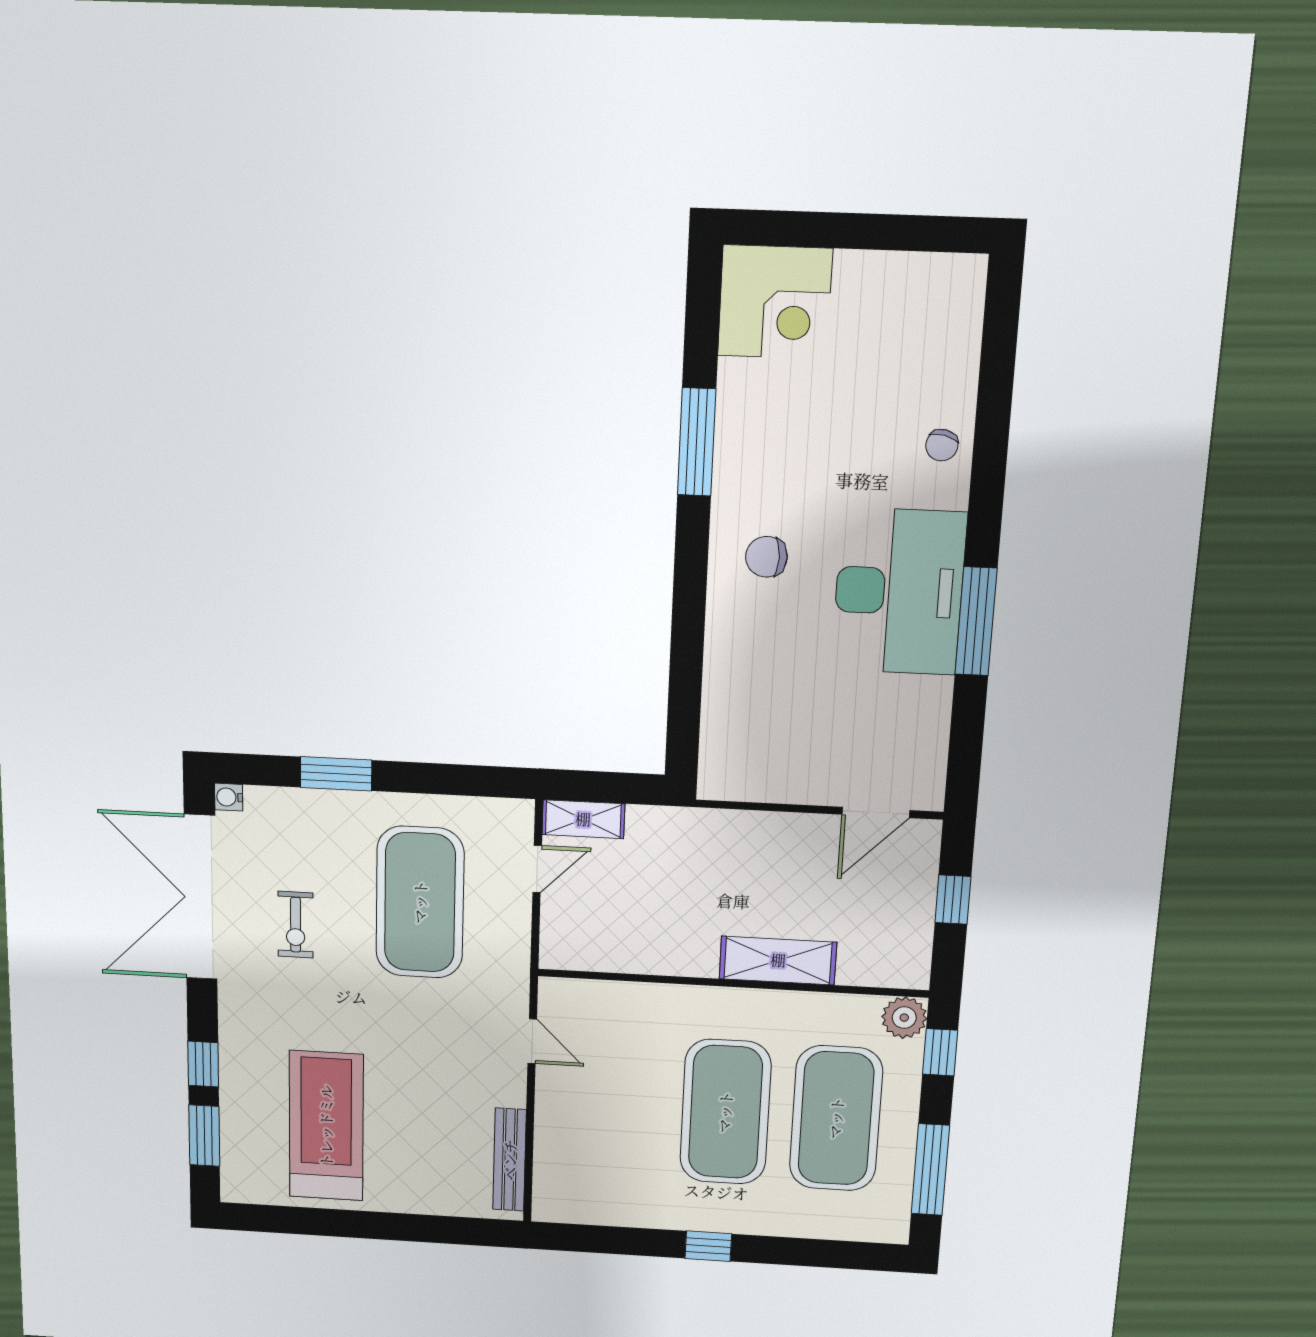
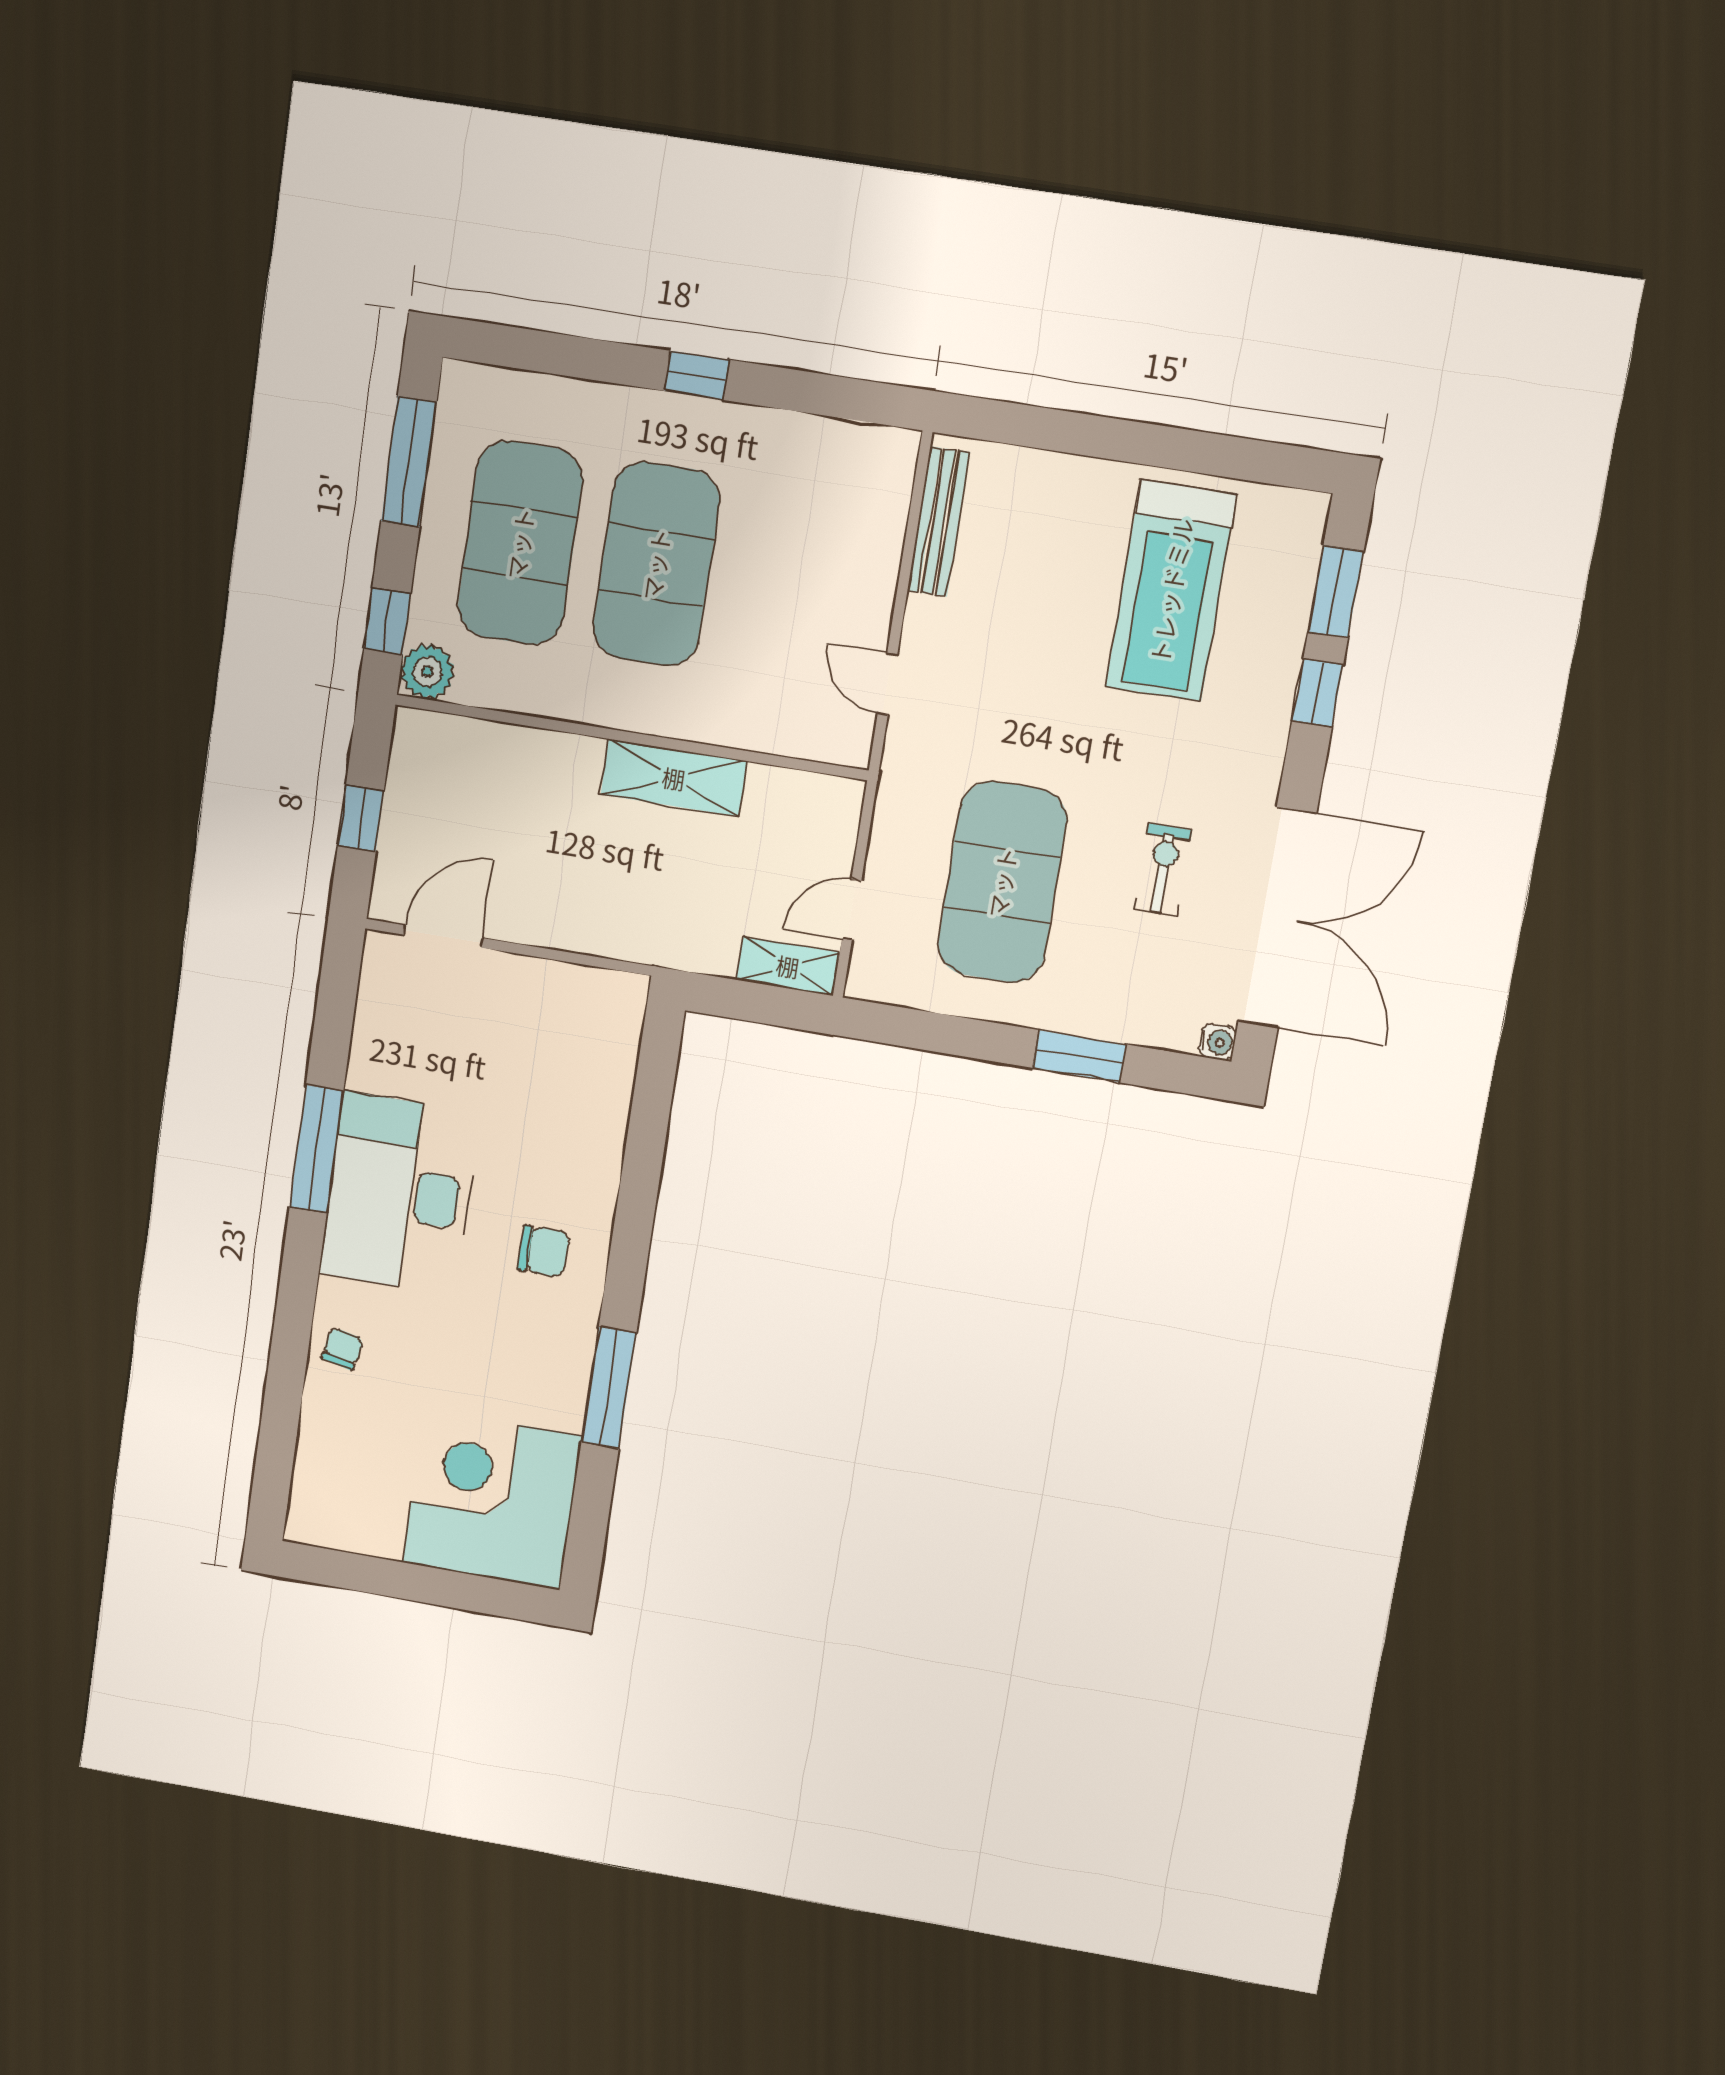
corner desk: (775, 302) -> (492, 1499), width x1.36, depth x1.36
shelving: (778, 960) -> (674, 778), moved

